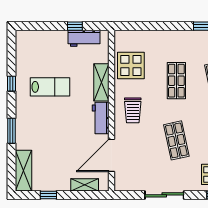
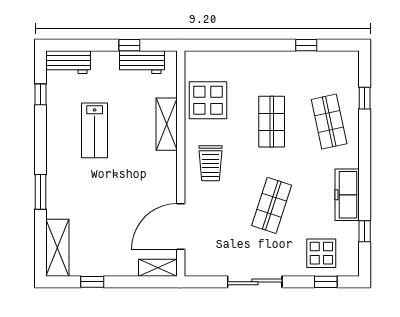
window: (12, 84) -> (41, 94), moved
lab bench: (50, 87) -> (95, 130), turned 90
workbench: (101, 118) -> (68, 62), moved, turned -90
shop shelf: (176, 140) -> (272, 205), turned 30
shelving: (85, 185) -> (158, 268), moved

